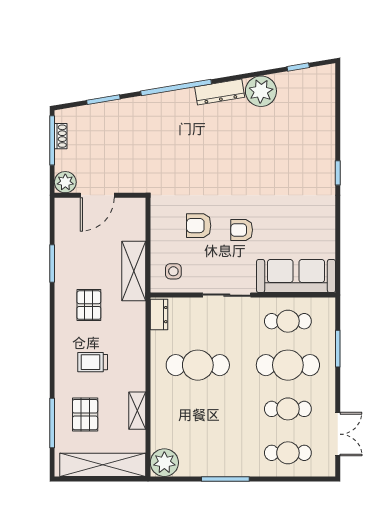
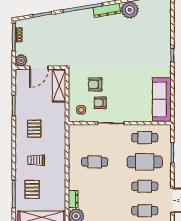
armchair: (242, 230) -> (100, 103), moved
shelving: (134, 271) -> (59, 86), moved
sofa: (296, 276) -> (162, 99), moved, turned -90
dresser: (159, 315) -> (73, 199), moved
cafe table: (198, 365) -> (95, 162), width x0.73, depth x0.74
shelving: (137, 411) -> (61, 187), removed

